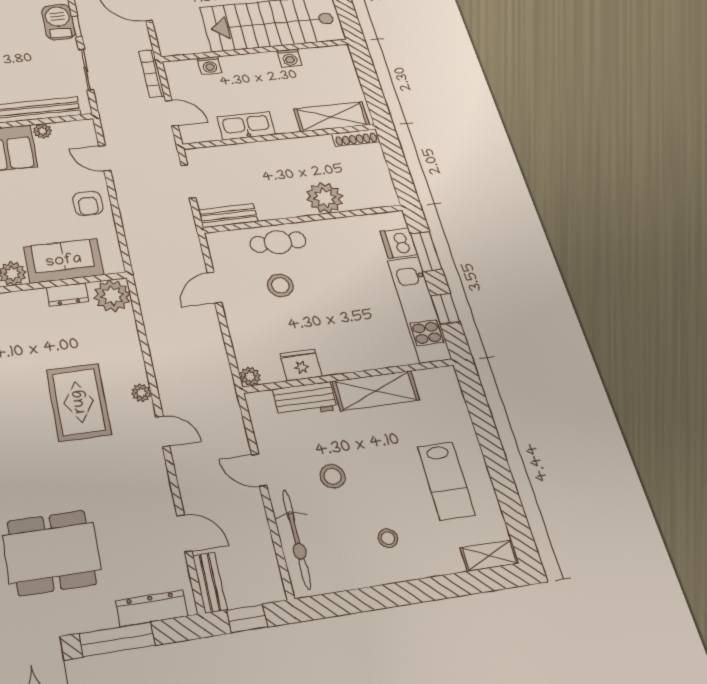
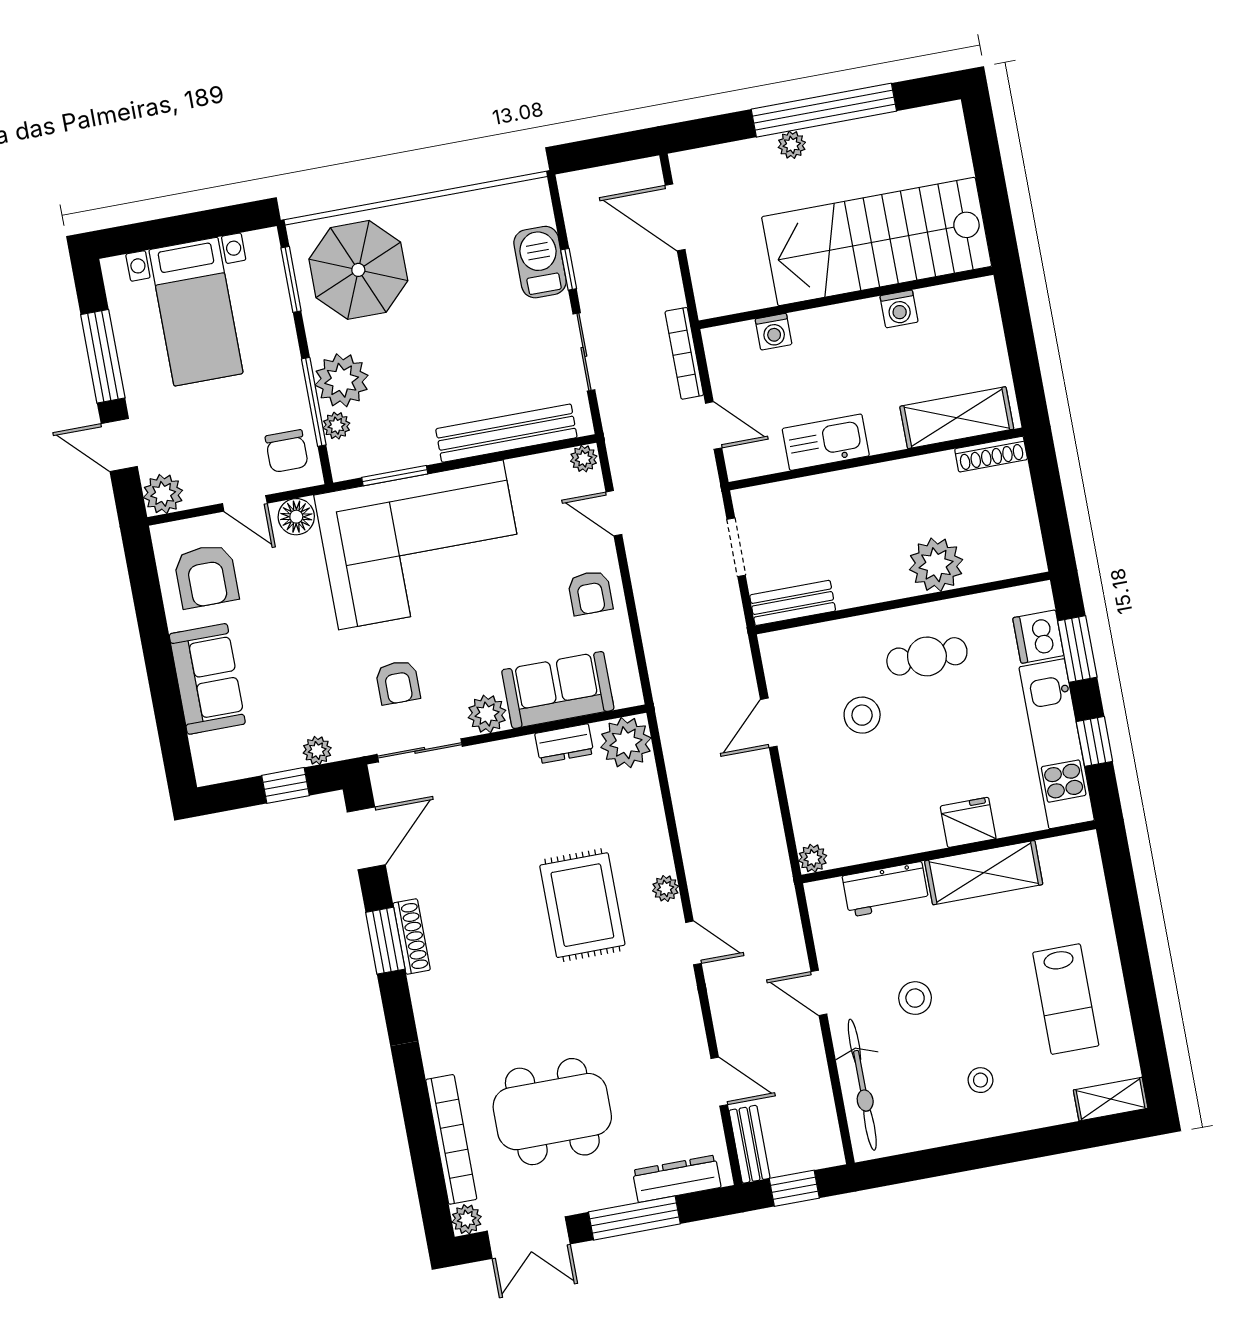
plant: (42, 131) -> (584, 459), moved
cafe table: (278, 242) -> (927, 656), moved
fridge: (301, 365) -> (968, 822), moved

